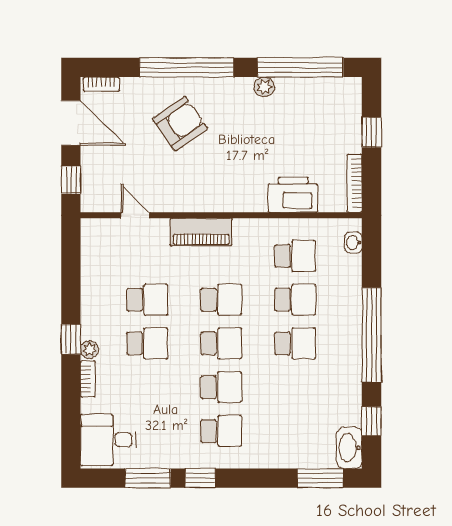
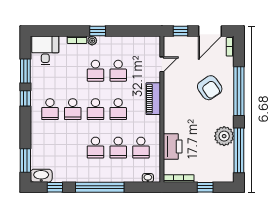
plant: (264, 87) -> (224, 136), width x1.88, depth x1.88

